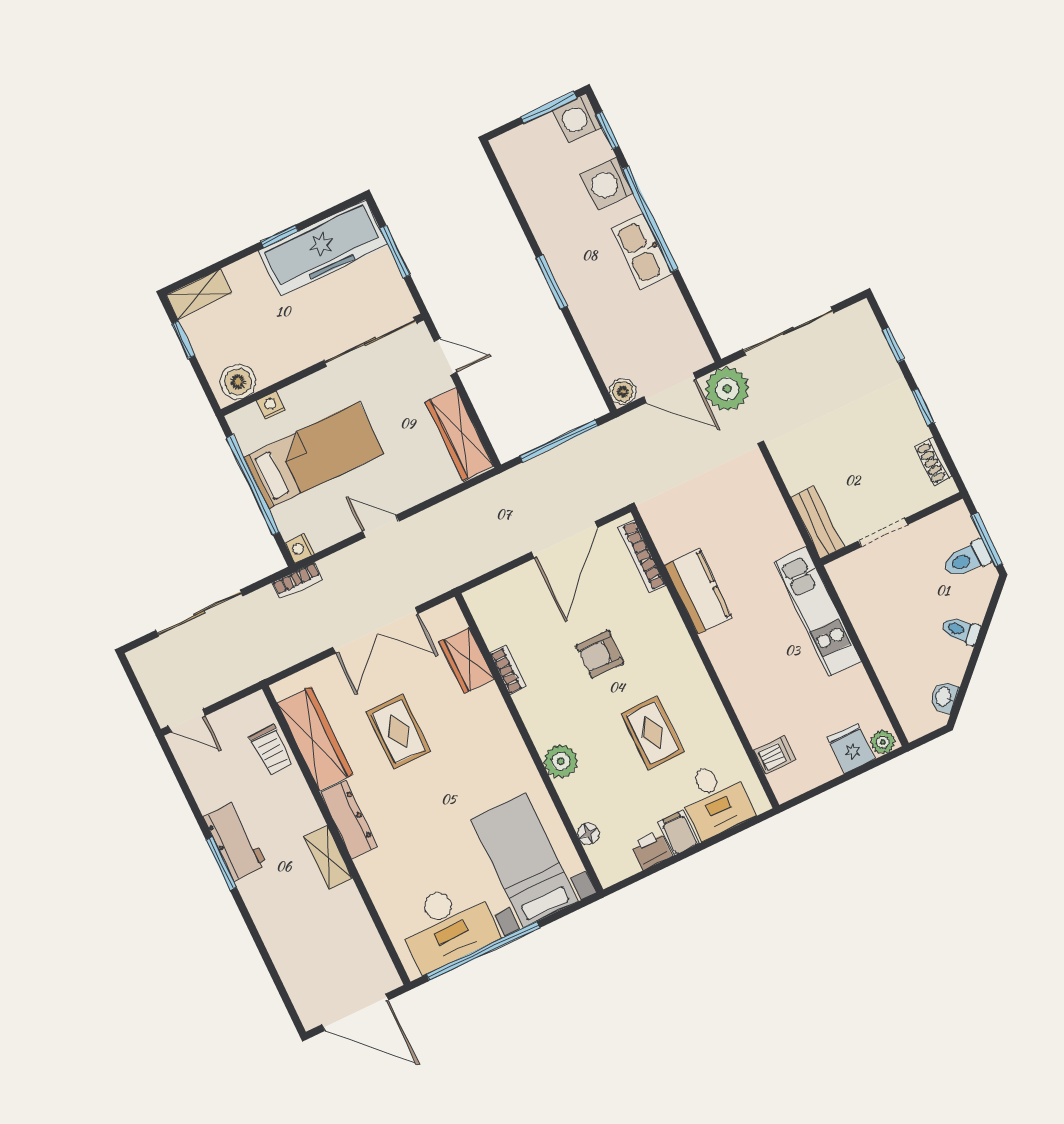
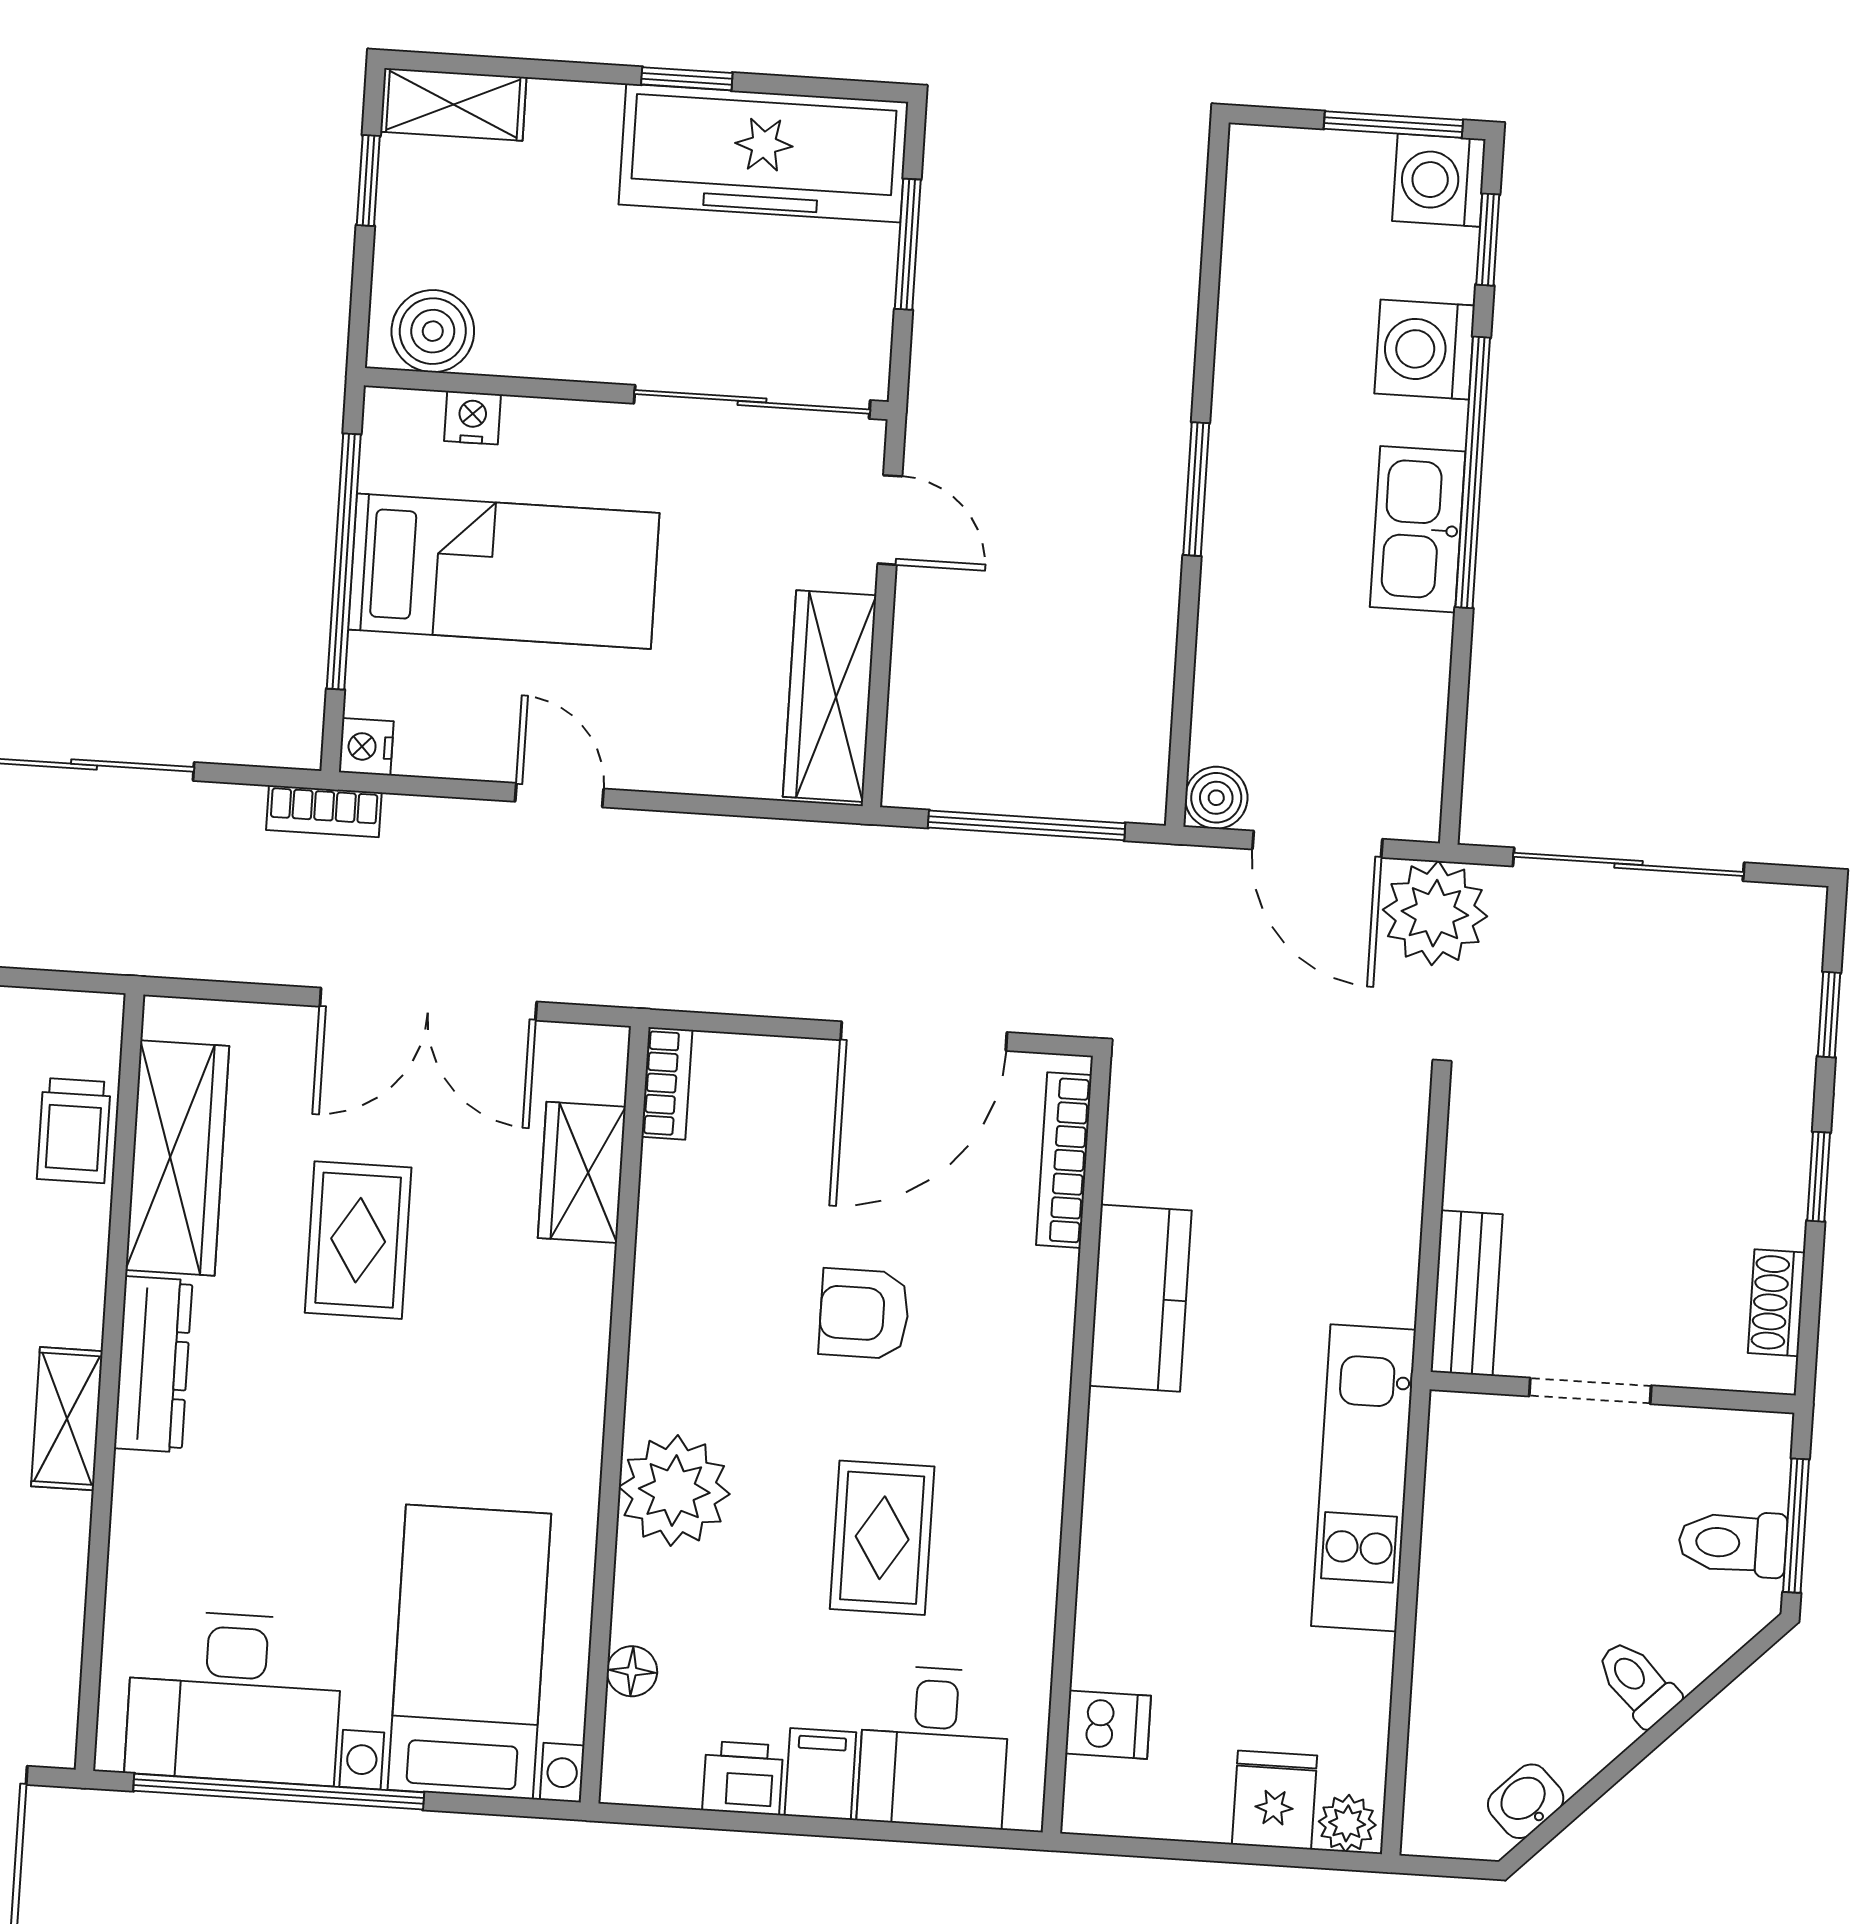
bookcase: (508, 670) -> (667, 1083), moved
plant: (561, 761) -> (674, 1491), width x1.36, depth x1.36

